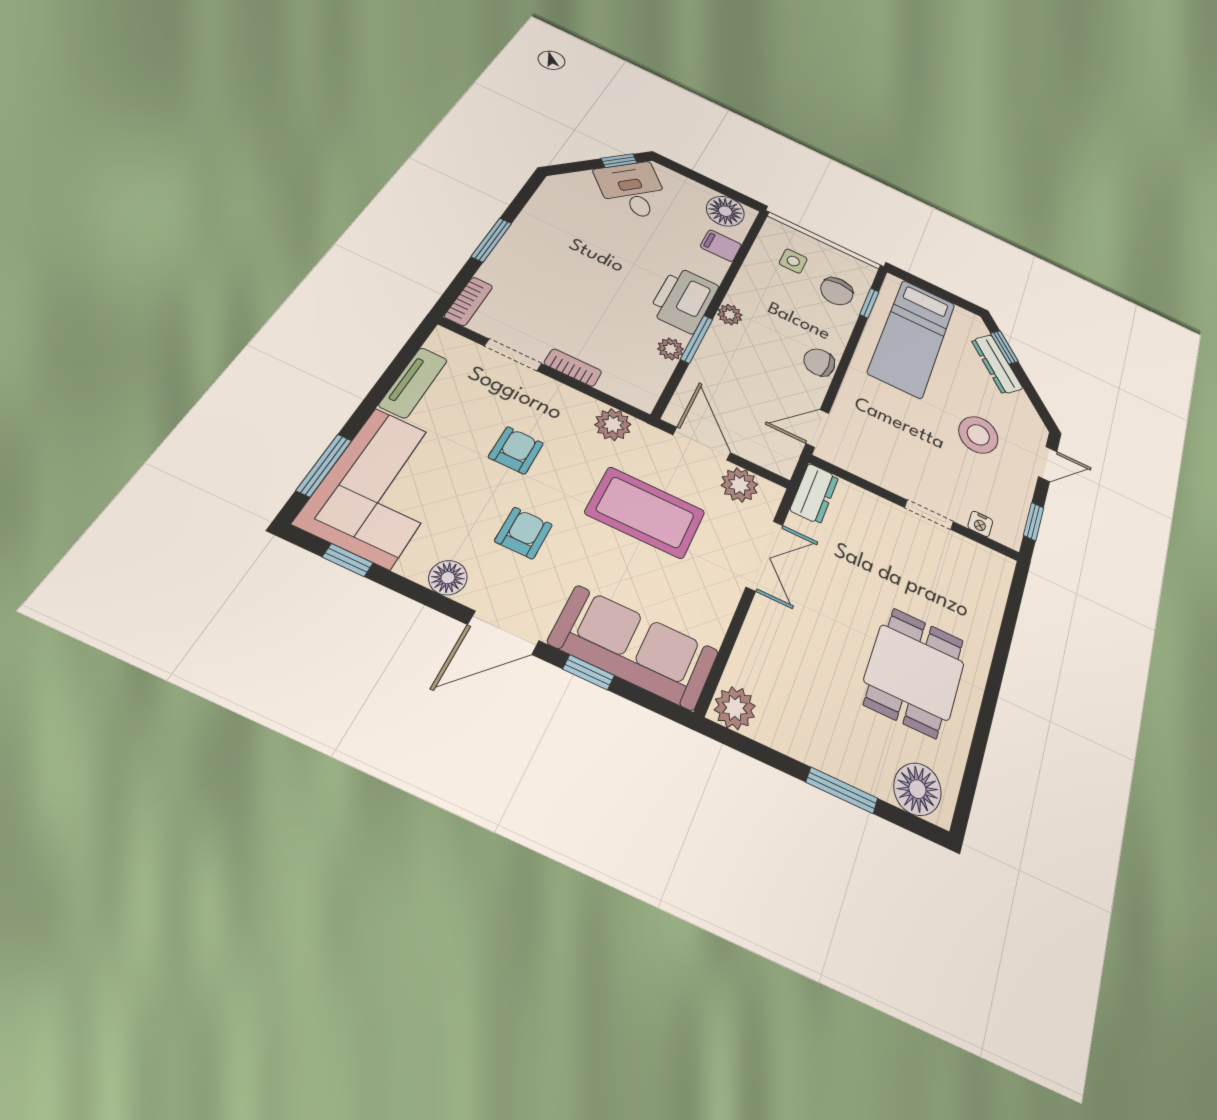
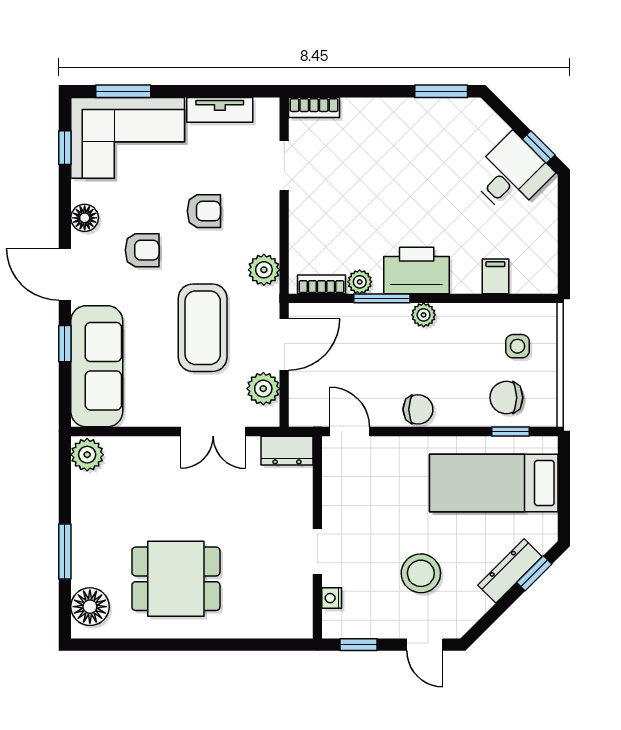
floor lamp: (725, 211) -> (539, 264), removed
window: (491, 240) -> (441, 91), moved
chair: (819, 362) -> (418, 409), turned 90
bookcase: (573, 368) -> (321, 284), moved, turned -90

